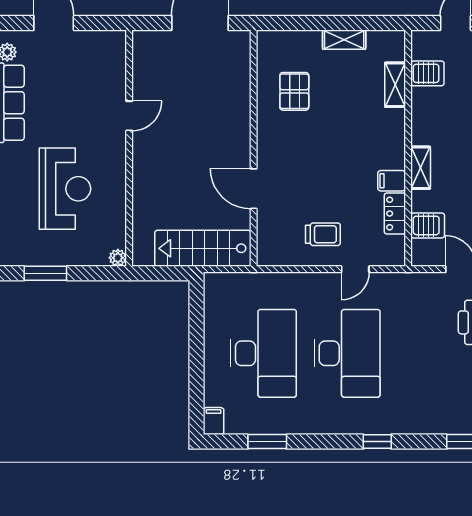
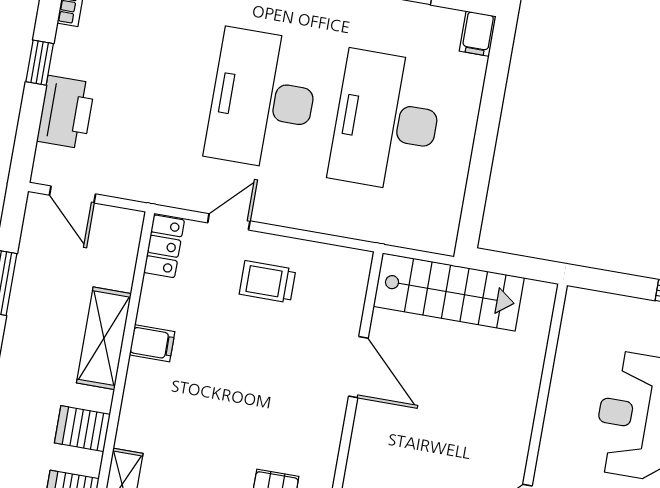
shelving: (421, 168) -> (104, 338), width x1.50, depth x1.33
locker: (395, 214) -> (164, 246), moved
server rack: (428, 225) -> (82, 429), moved
plant: (118, 258) -> (577, 300), removed

